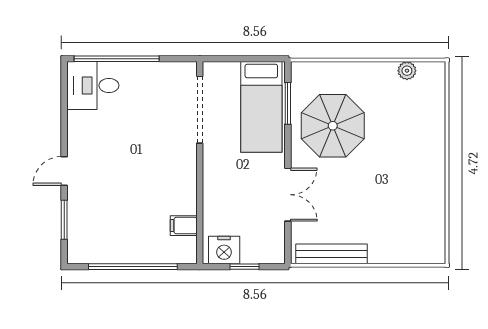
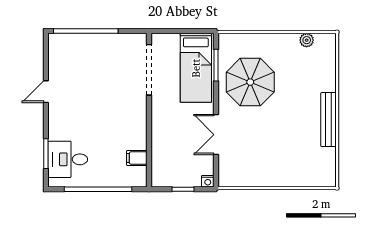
desk: (93, 85) -> (68, 159), moved
door: (64, 171) -> (46, 92), moved
double door: (288, 195) -> (216, 135), swing flipped
nightstand: (224, 250) -> (208, 181), moved, width x0.53, depth x0.56
bench: (331, 254) -> (328, 120), moved, turned 90

